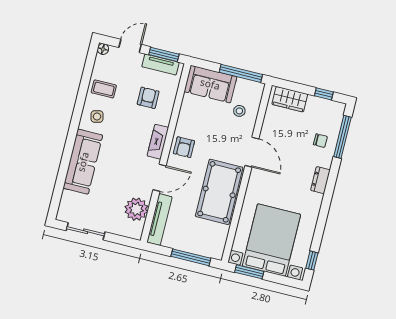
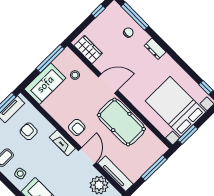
wardrobe: (290, 99) -> (88, 50), moved, turned -90

